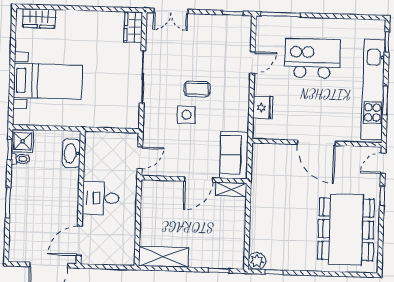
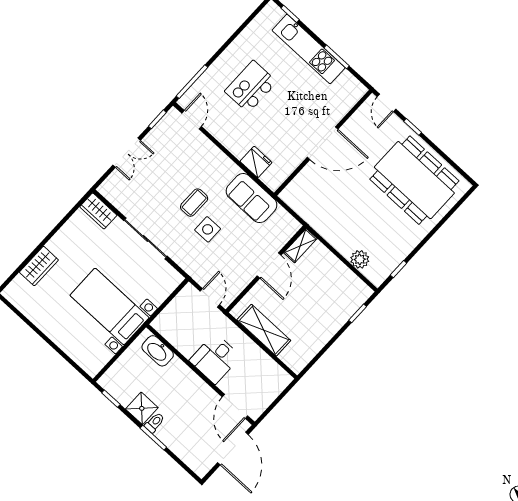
double door: (171, 11) -> (127, 153), moved
wardrobe: (39, 18) -> (39, 266), moved
kitchen island: (312, 58) -> (251, 87), width x0.73, depth x0.78
door: (253, 62) -> (192, 120), moved
bed with nightstands: (48, 81) -> (109, 306), moved, turned -90
kitchen unit: (373, 89) -> (309, 49), width x0.73
shower: (23, 141) -> (142, 408), moved
sofa: (234, 155) -> (251, 198), moved
toilet: (20, 159) -> (155, 423), moved
shelving: (164, 257) -> (264, 330), moved, turned 90
plant: (257, 261) -> (360, 259), moved

